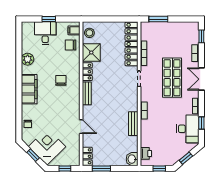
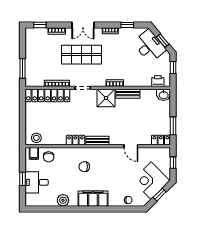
shower: (91, 53) -> (106, 98), moved
door: (81, 127) -> (131, 146), swing flipped
desk: (188, 129) -> (149, 46), moved, turned 50

